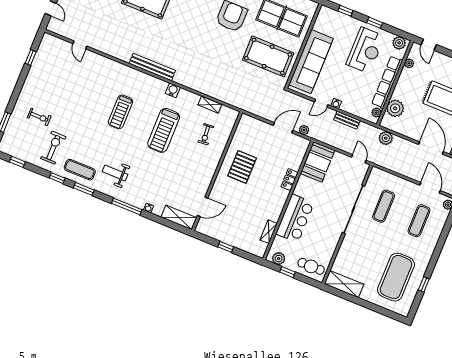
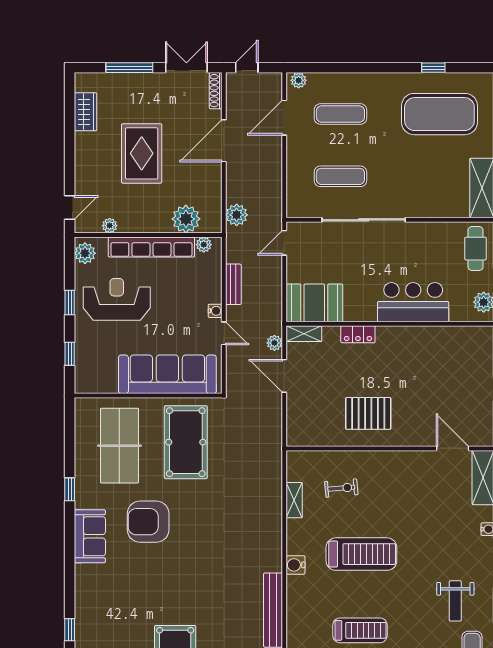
shelving: (269, 232) -> (304, 334), moved

